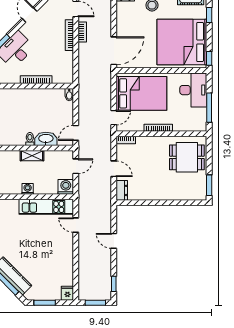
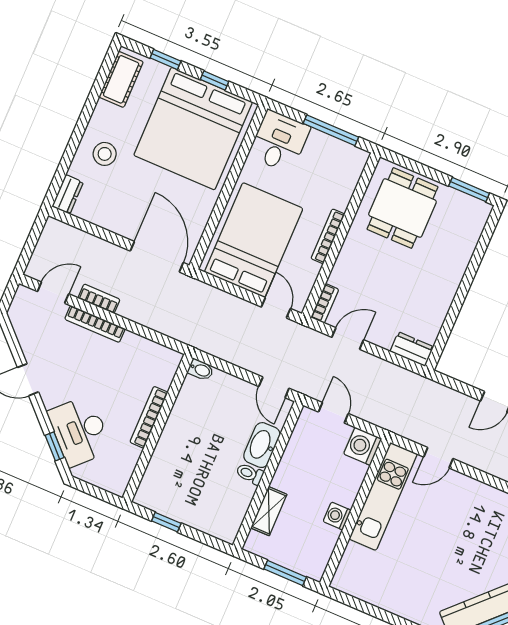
window: (209, 58) -> (215, 80), moved
desk: (193, 90) -> (279, 141), width x0.73
shelving: (32, 156) -> (269, 511), moved
door: (114, 169) -> (348, 339), moved

